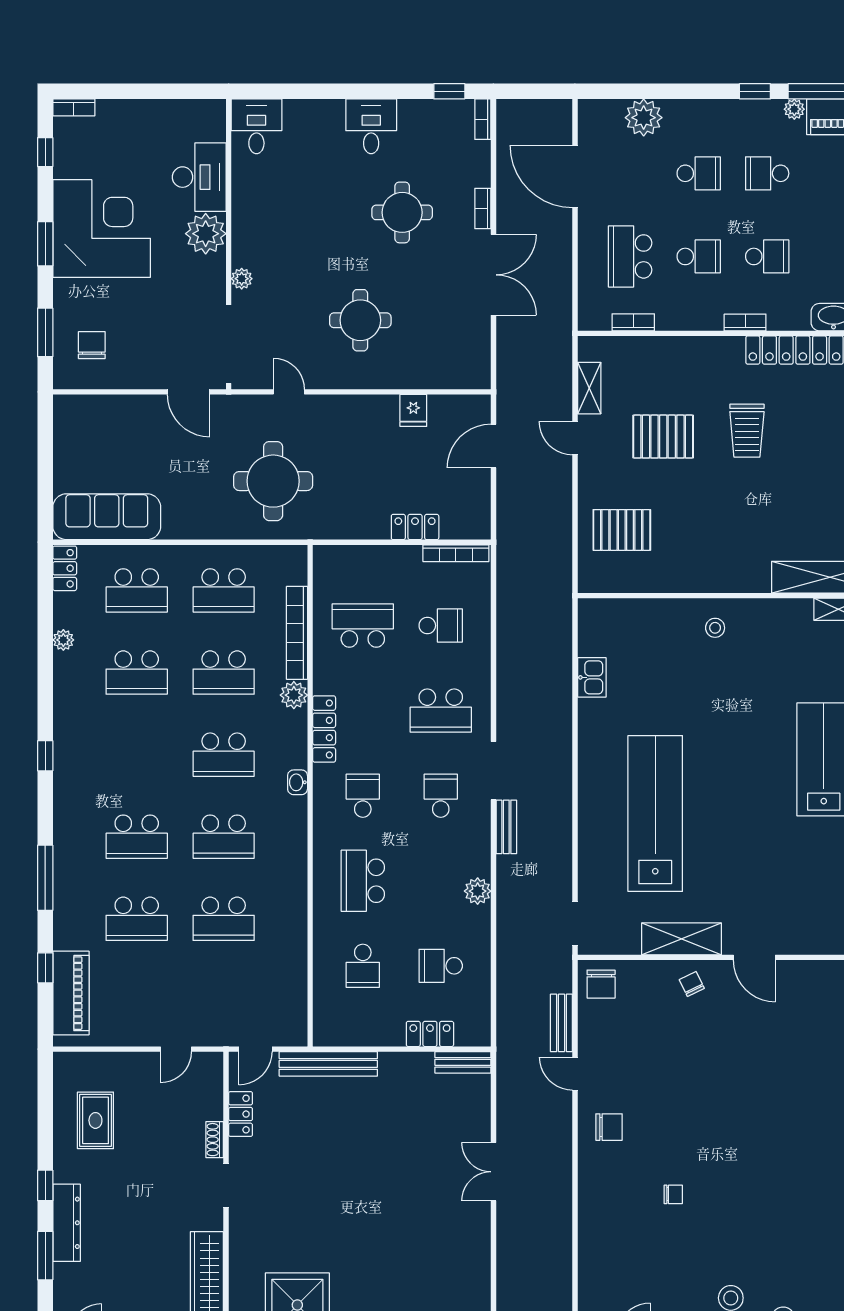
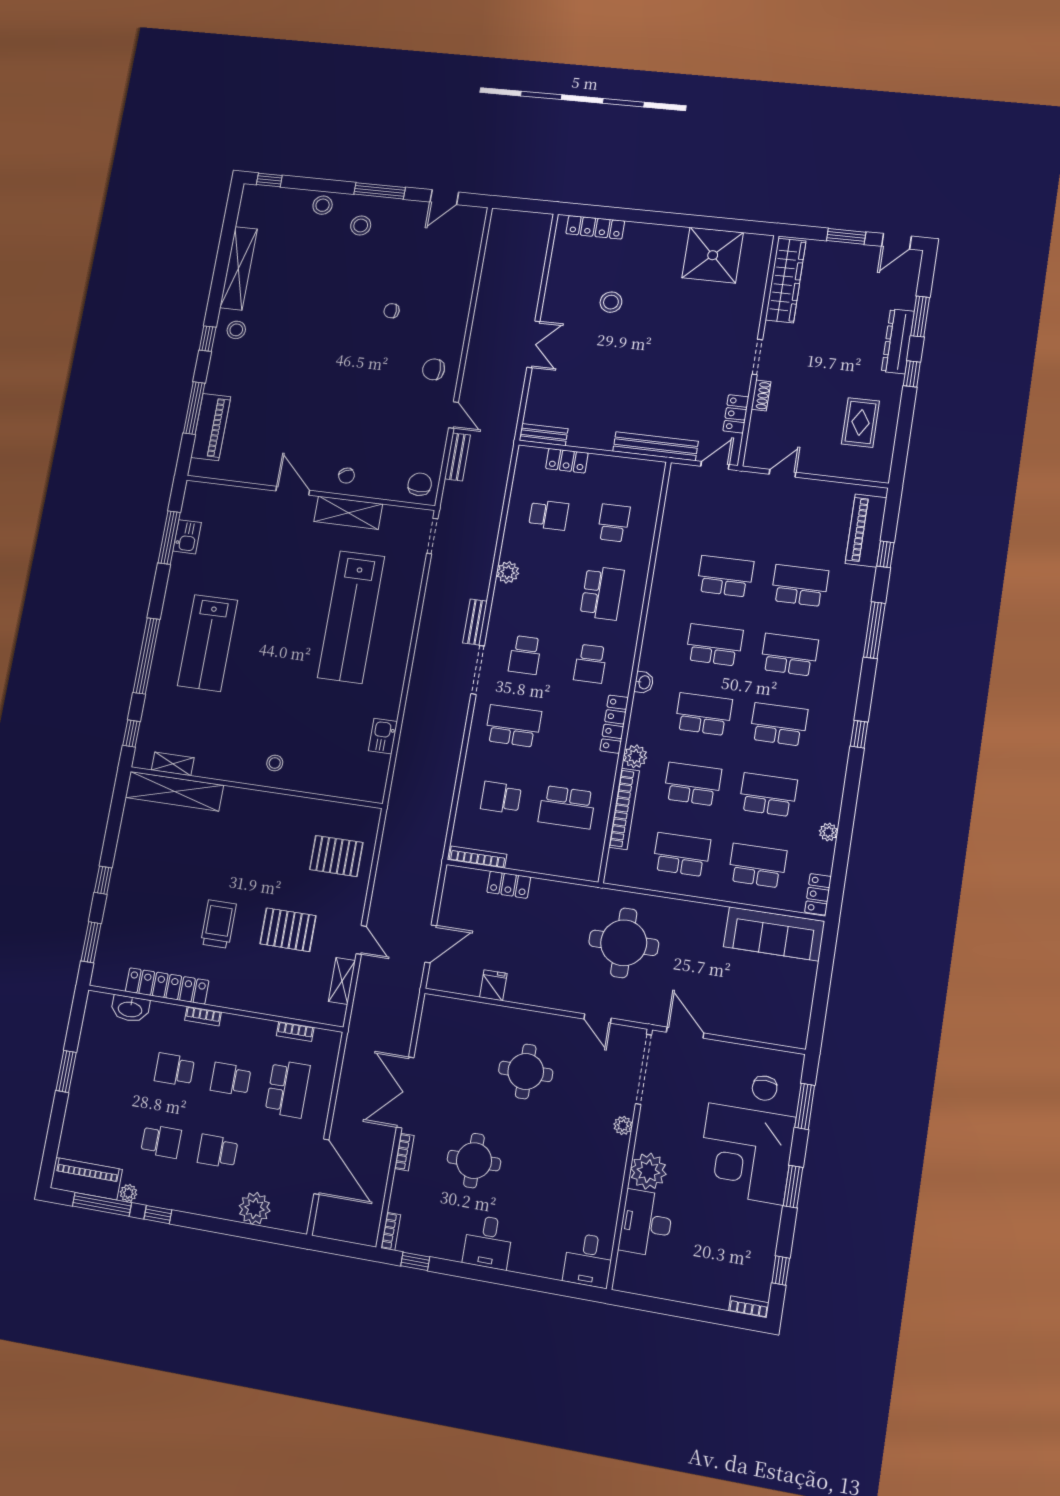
corner desk: (102, 229) -> (746, 1154), moved
school desk: (137, 755) -> (779, 724), added
stool: (409, 1234) -> (611, 302), added

